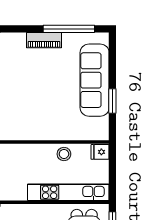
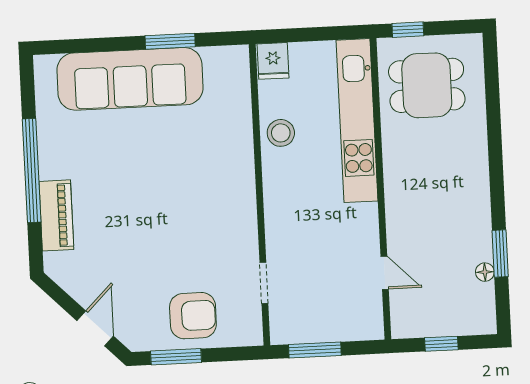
window: (69, 29) -> (32, 171), moved
piano: (44, 40) -> (56, 215), moved

